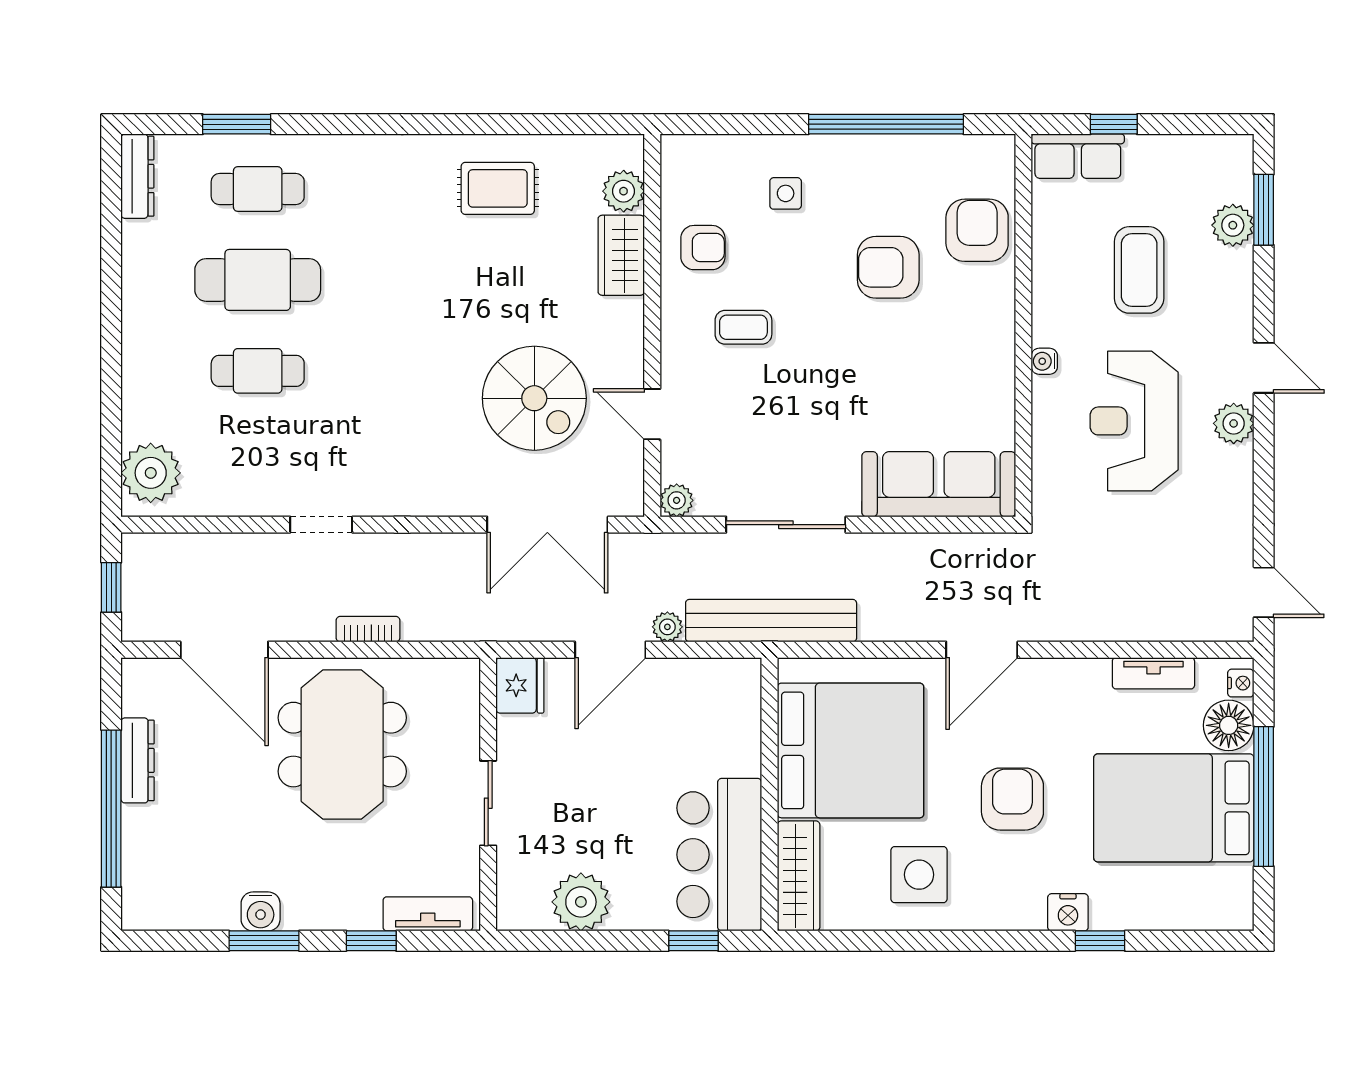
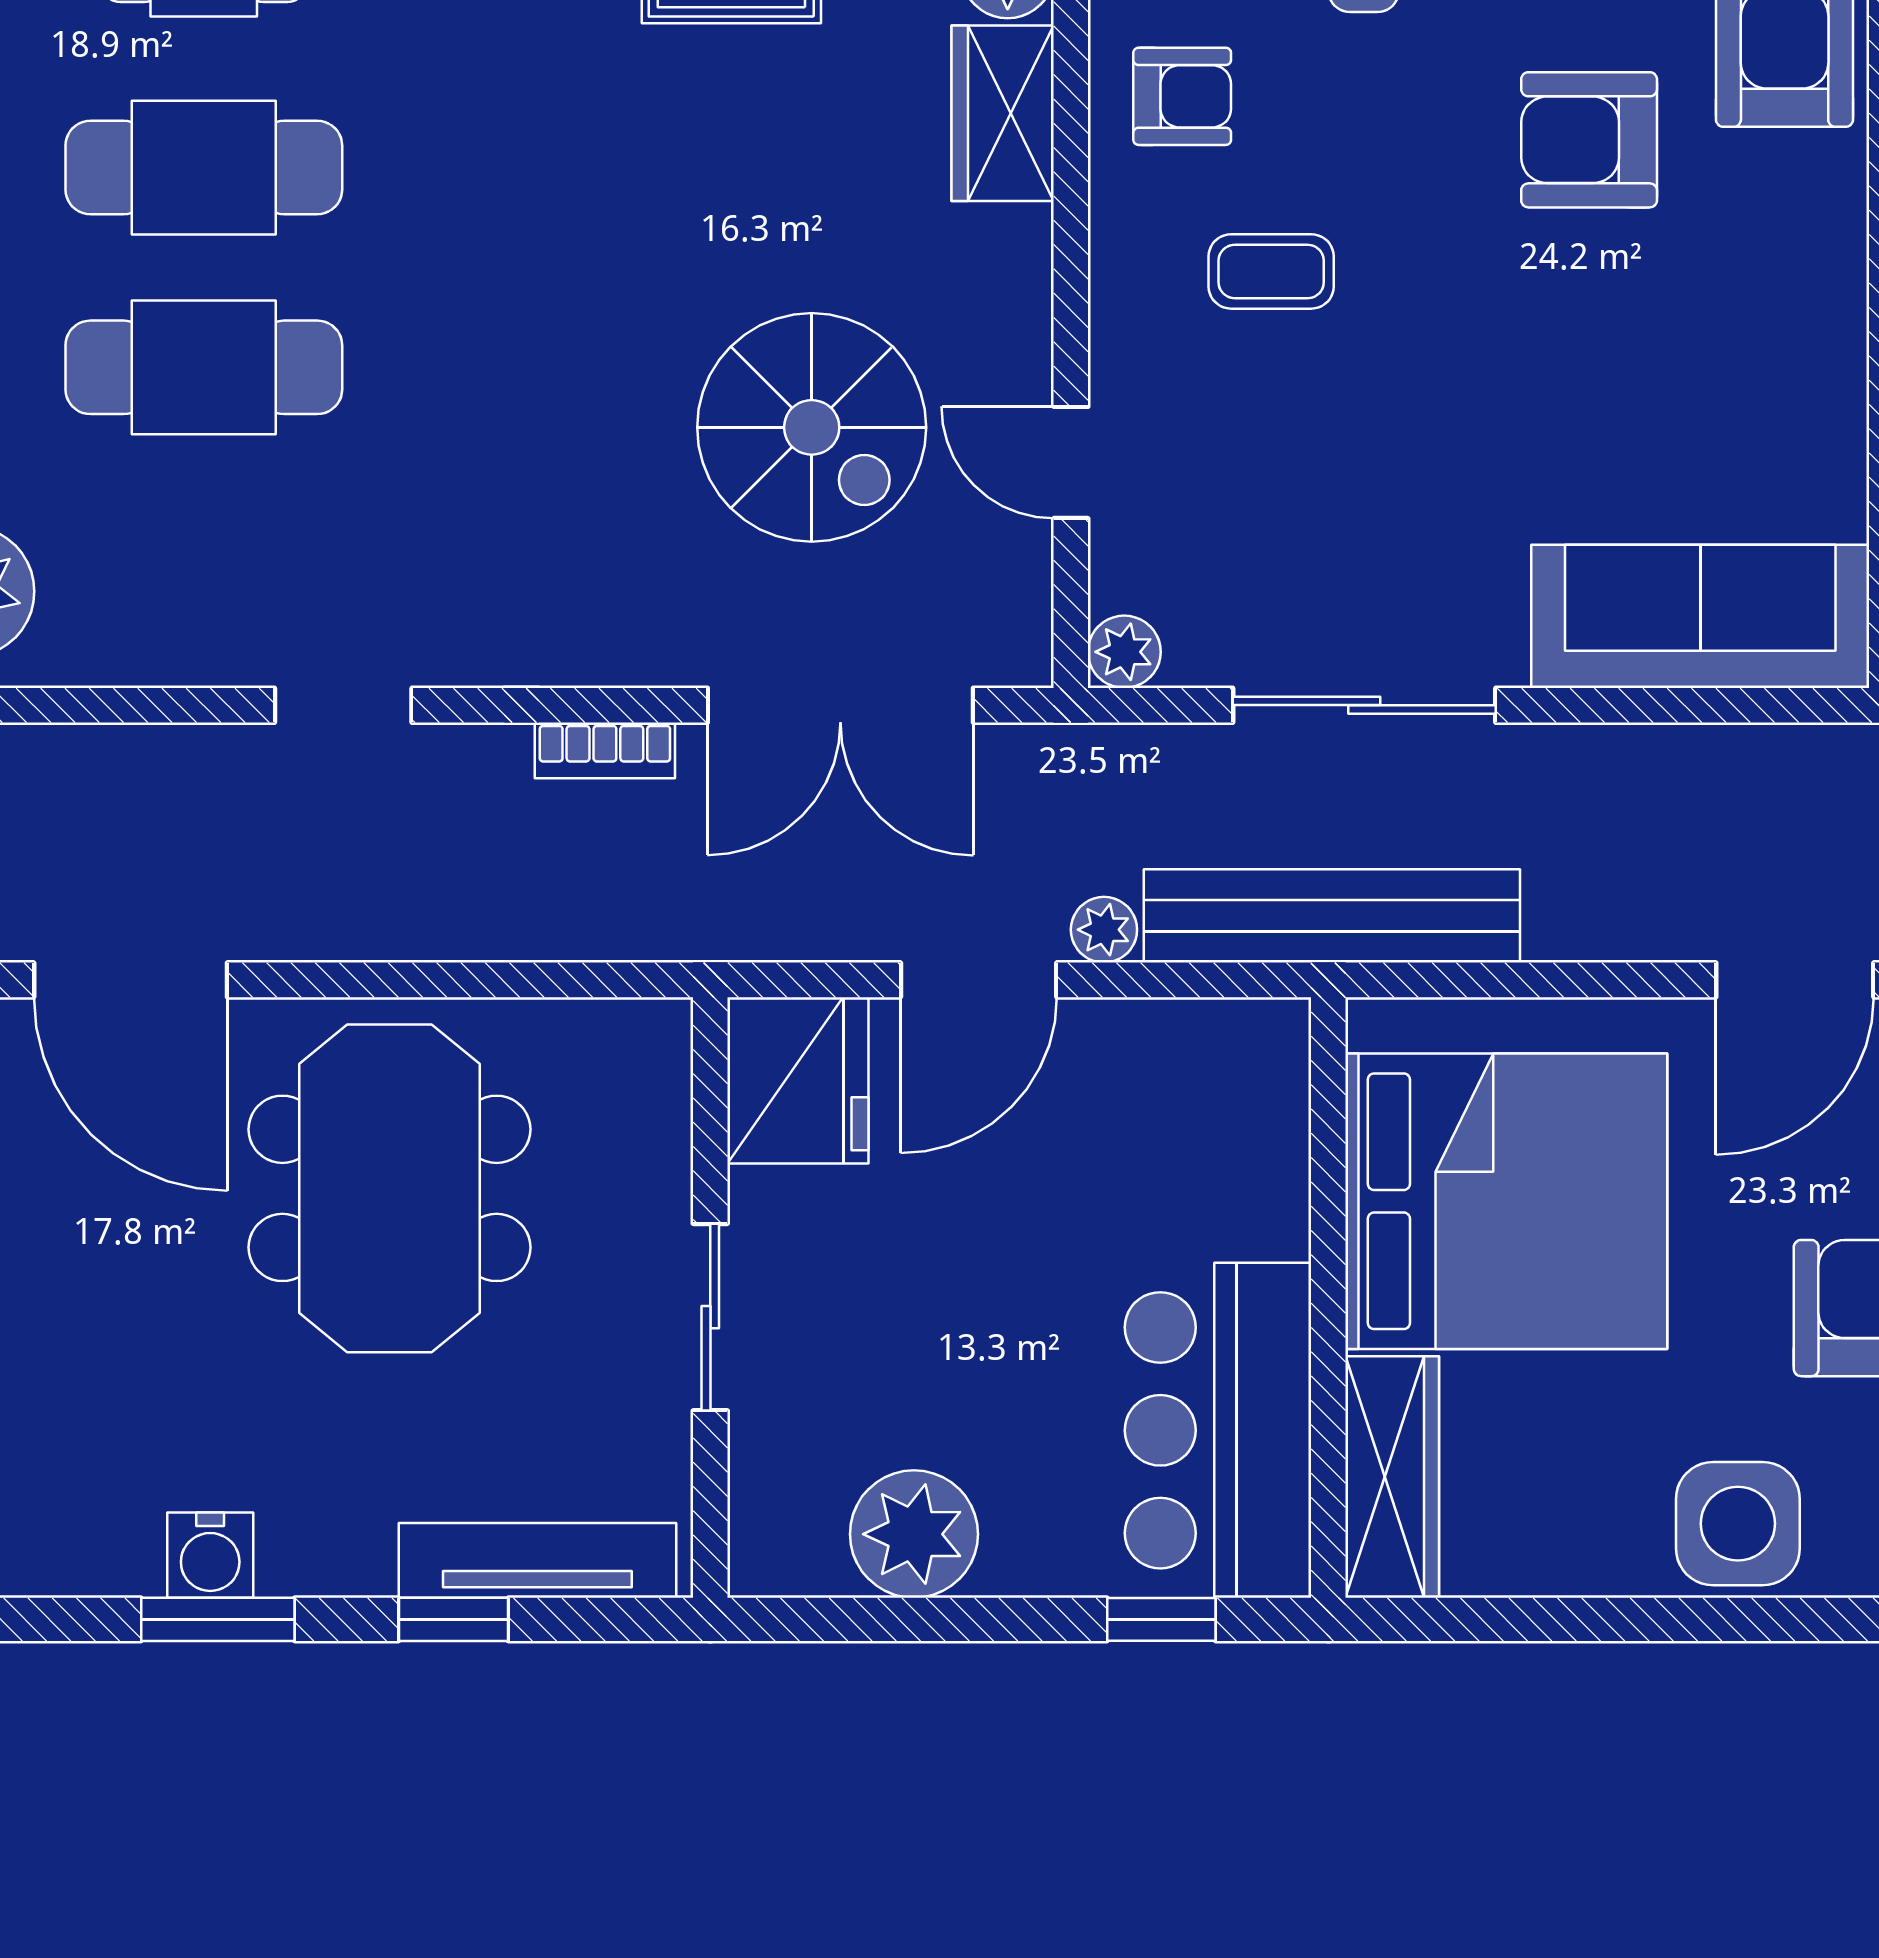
cafe table: (258, 371) -> (204, 367), width x1.37, depth x1.35
bookcase: (368, 629) -> (605, 750), moved, turned 180
fridge: (520, 685) -> (798, 1080), width x1.36, depth x1.34
side table: (919, 875) -> (1738, 1524), moved
tv unit: (428, 914) -> (537, 1560), width x1.41

